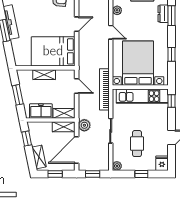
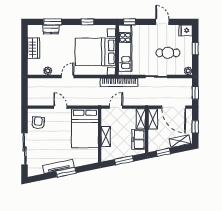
plant: (84, 125) -> (151, 100), removed

